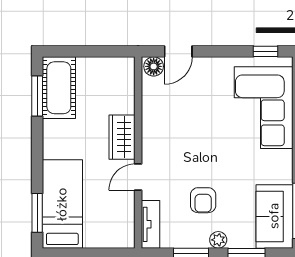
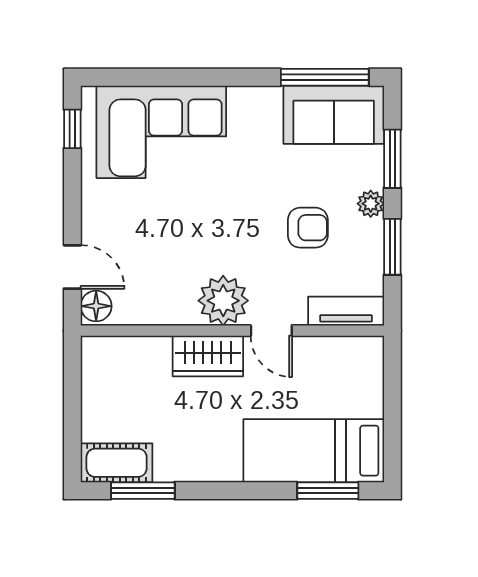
cot: (59, 88) -> (117, 463), width x0.73, depth x0.75
plant: (157, 147) -> (223, 301), added

